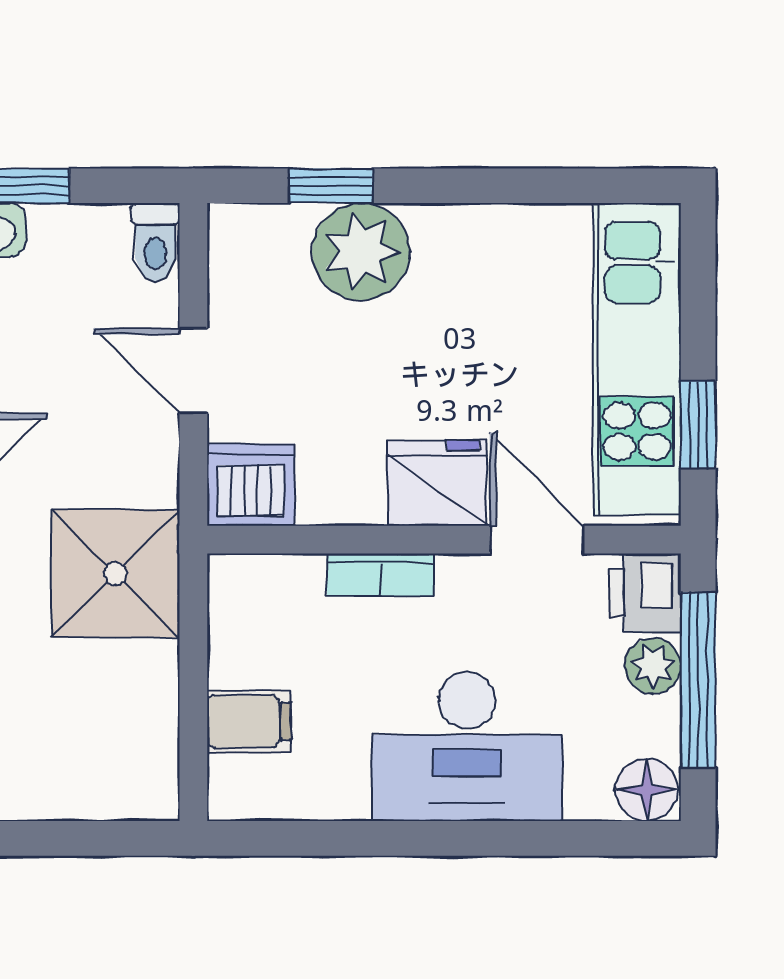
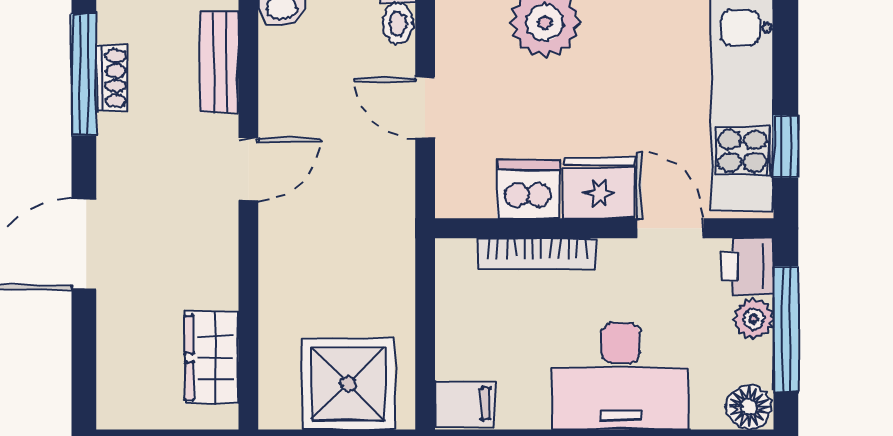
dishwasher: (251, 485) -> (529, 189), moved
shower: (115, 574) -> (348, 384), moved
bookcase: (381, 575) -> (537, 253), width x1.56
filing cabinet: (249, 721) -> (465, 404), moved

